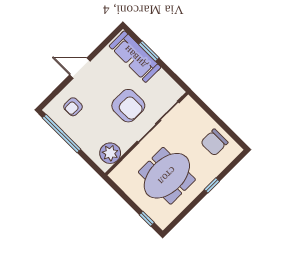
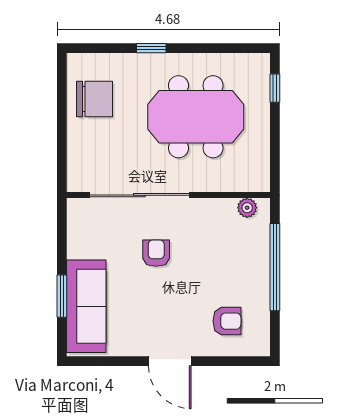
armchair: (128, 106) -> (156, 253), width x0.53, depth x0.53
window: (62, 133) -> (275, 267), moved
plant: (110, 153) -> (247, 208), width x0.53, depth x0.53

